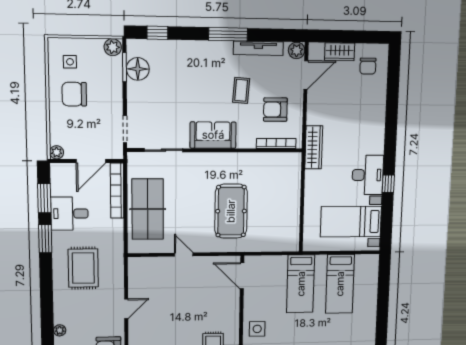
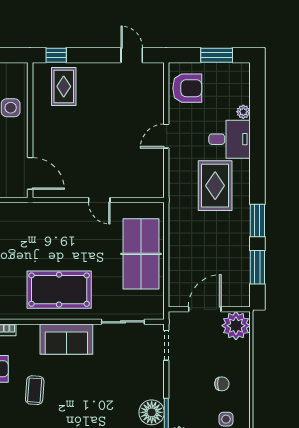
chair: (74, 94) -> (222, 384), width x0.54, depth x0.54
plant: (57, 152) -> (236, 326), width x1.88, depth x1.88
bookcase: (117, 191) -> (176, 275), removed
pool table: (231, 211) -> (59, 290), moved, turned 90
desk: (70, 214) -> (230, 139), moved

